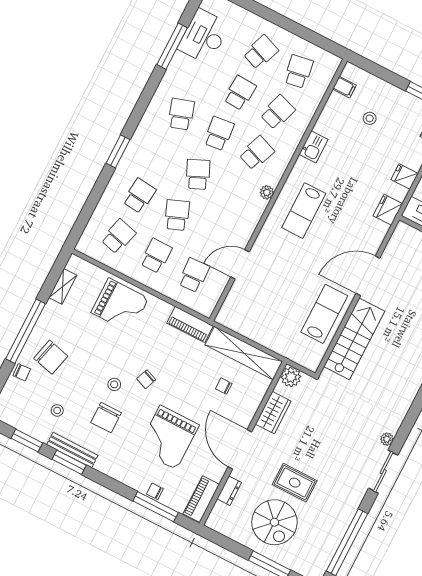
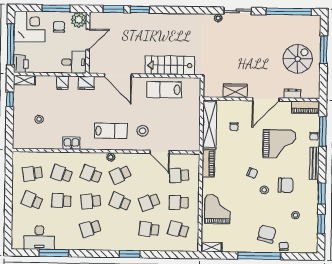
filing cabinet: (344, 87) -> (28, 143), removed
school desk: (198, 174) -> (120, 202), turned 45
school desk: (236, 194) -> (120, 175), added
stool: (282, 255) -> (143, 131), added
door: (368, 276) -> (118, 75), moved
shelving: (63, 286) -> (212, 247), moved
plant: (291, 377) -> (210, 91), removed
bench: (72, 450) -> (314, 163), moved
rug: (295, 483) -> (269, 59), removed

